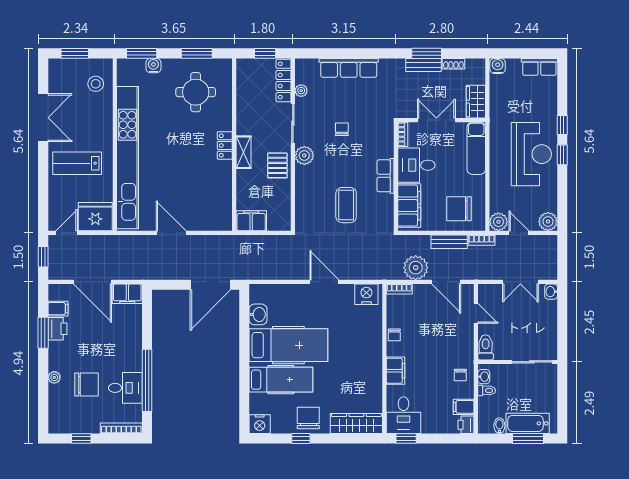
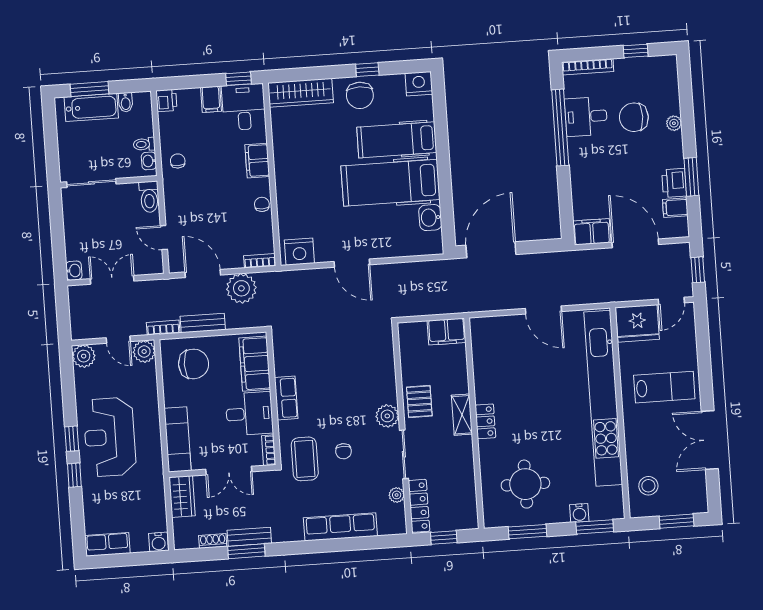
coffee table: (346, 205) -> (305, 459), moved
filing cabinet: (464, 407) -> (211, 99), moved, turned 90

